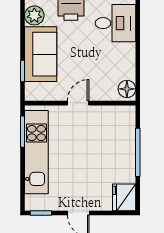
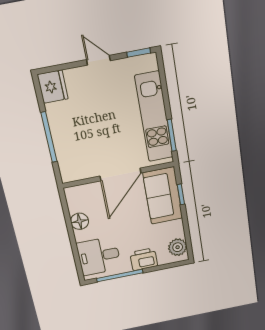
sofa: (41, 54) -> (163, 196), moved
floor lamp: (127, 89) -> (80, 221), moved
door: (78, 103) -> (120, 175), width x1.87

